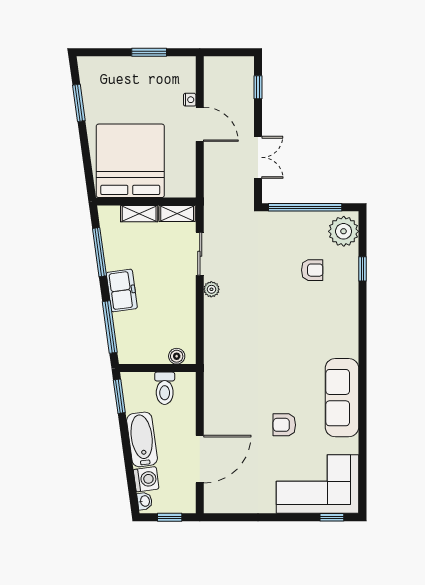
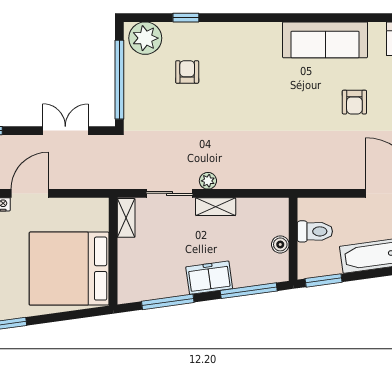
shelving: (139, 214) -> (216, 207), moved, turned 90
boiler: (177, 356) -> (280, 244), moved

